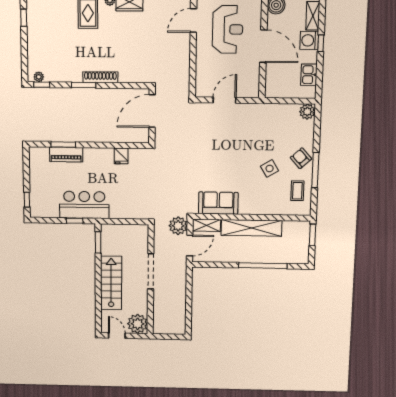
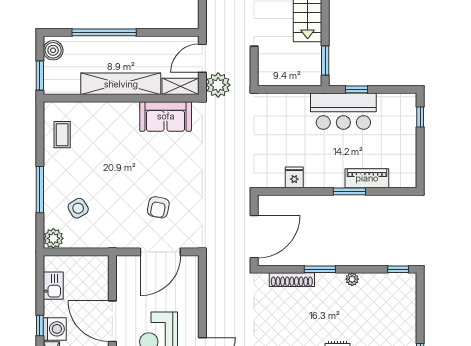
plant: (39, 77) -> (352, 279), moved
shoe rack: (100, 77) -> (292, 280), moved
window: (84, 85) -> (320, 269), moved
door: (225, 100) -> (160, 252), width x1.36
window: (63, 145) -> (349, 191), moved
armchair: (301, 158) -> (158, 207), moved, turned 53
side table: (270, 168) -> (78, 208), moved
window: (315, 170) -> (40, 190), moved
boiler: (302, 253) -> (53, 50), added

